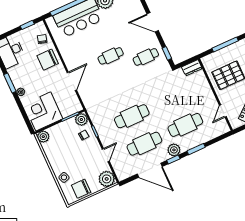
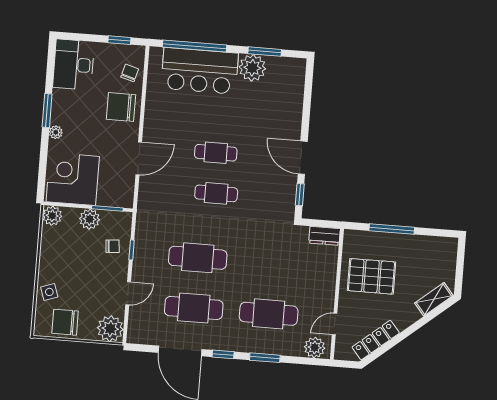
door: (153, 22) -> (303, 158), moved
cafe table: (146, 57) -> (216, 193), moved
plant: (81, 119) -> (90, 219), moved
plant: (174, 150) -> (315, 347), moved

